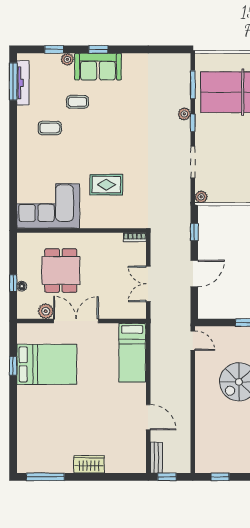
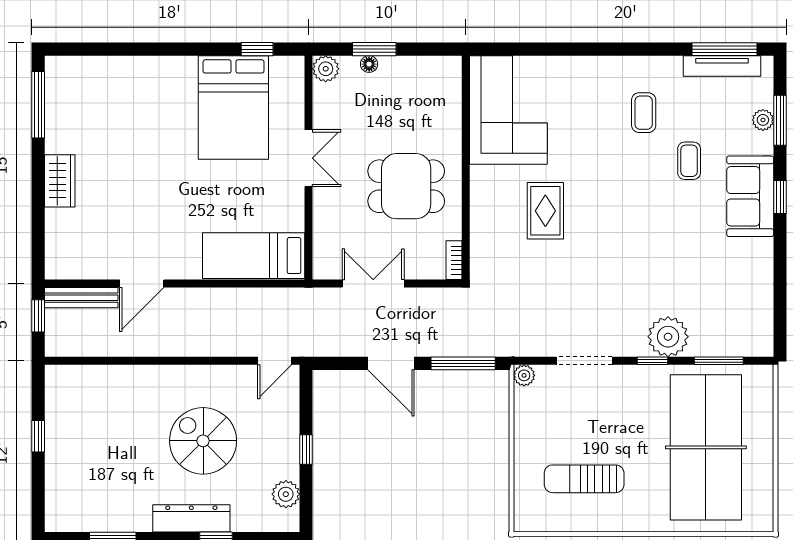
window: (54, 49) -> (780, 120), width x1.50
plant: (67, 59) -> (763, 120), moved
plant: (184, 114) -> (668, 337), width x1.88, depth x1.88
window: (194, 232) -> (463, 363), width x2.17
dining table: (61, 271) -> (406, 186), moved
window: (13, 283) -> (374, 49), width x1.50
plant: (46, 311) -> (326, 69), moved
double door: (76, 321) -> (309, 158), width x0.73
window: (13, 366) -> (257, 49), moved
bench: (156, 458) -> (81, 298), width x1.36
window: (220, 477) -> (38, 436), moved

